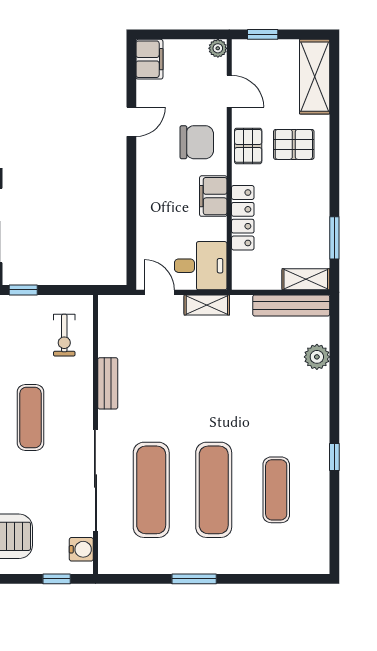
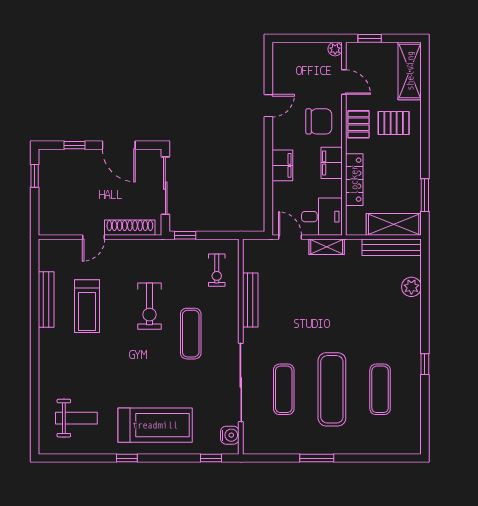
filing cabinet: (149, 59) -> (282, 165), moved
shelving: (306, 279) -> (394, 224), width x1.50, depth x1.33
bench: (108, 383) -> (250, 300), width x1.36
exercise mat: (151, 490) -> (284, 389), width x0.73, depth x0.69

